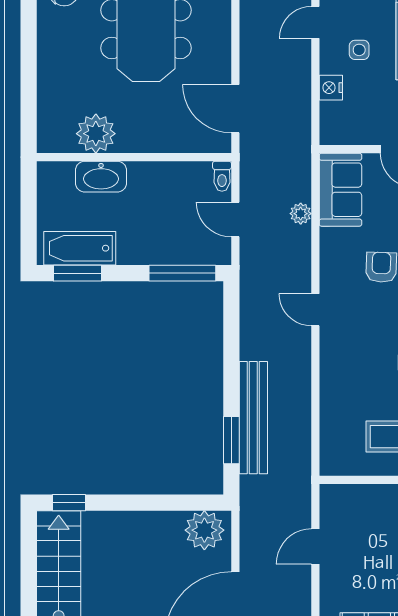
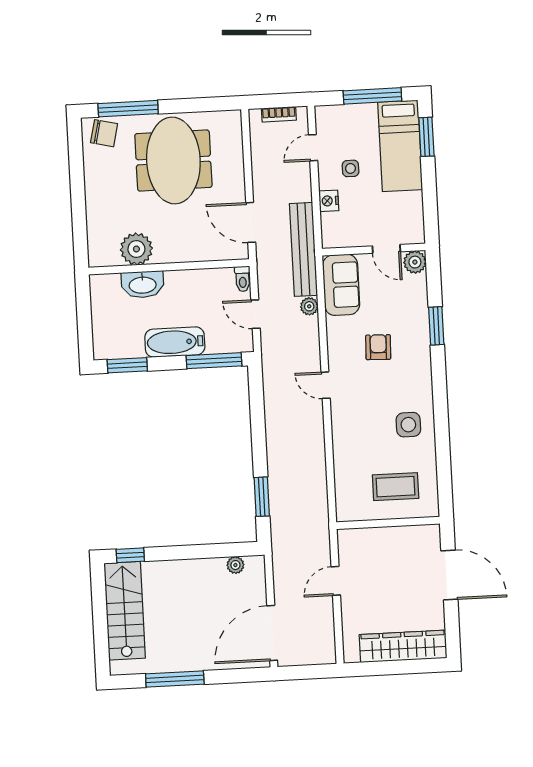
bathtub: (80, 248) -> (175, 342), moved
bench: (253, 418) -> (303, 249), moved
plant: (204, 530) -> (235, 565), width x0.53, depth x0.53

